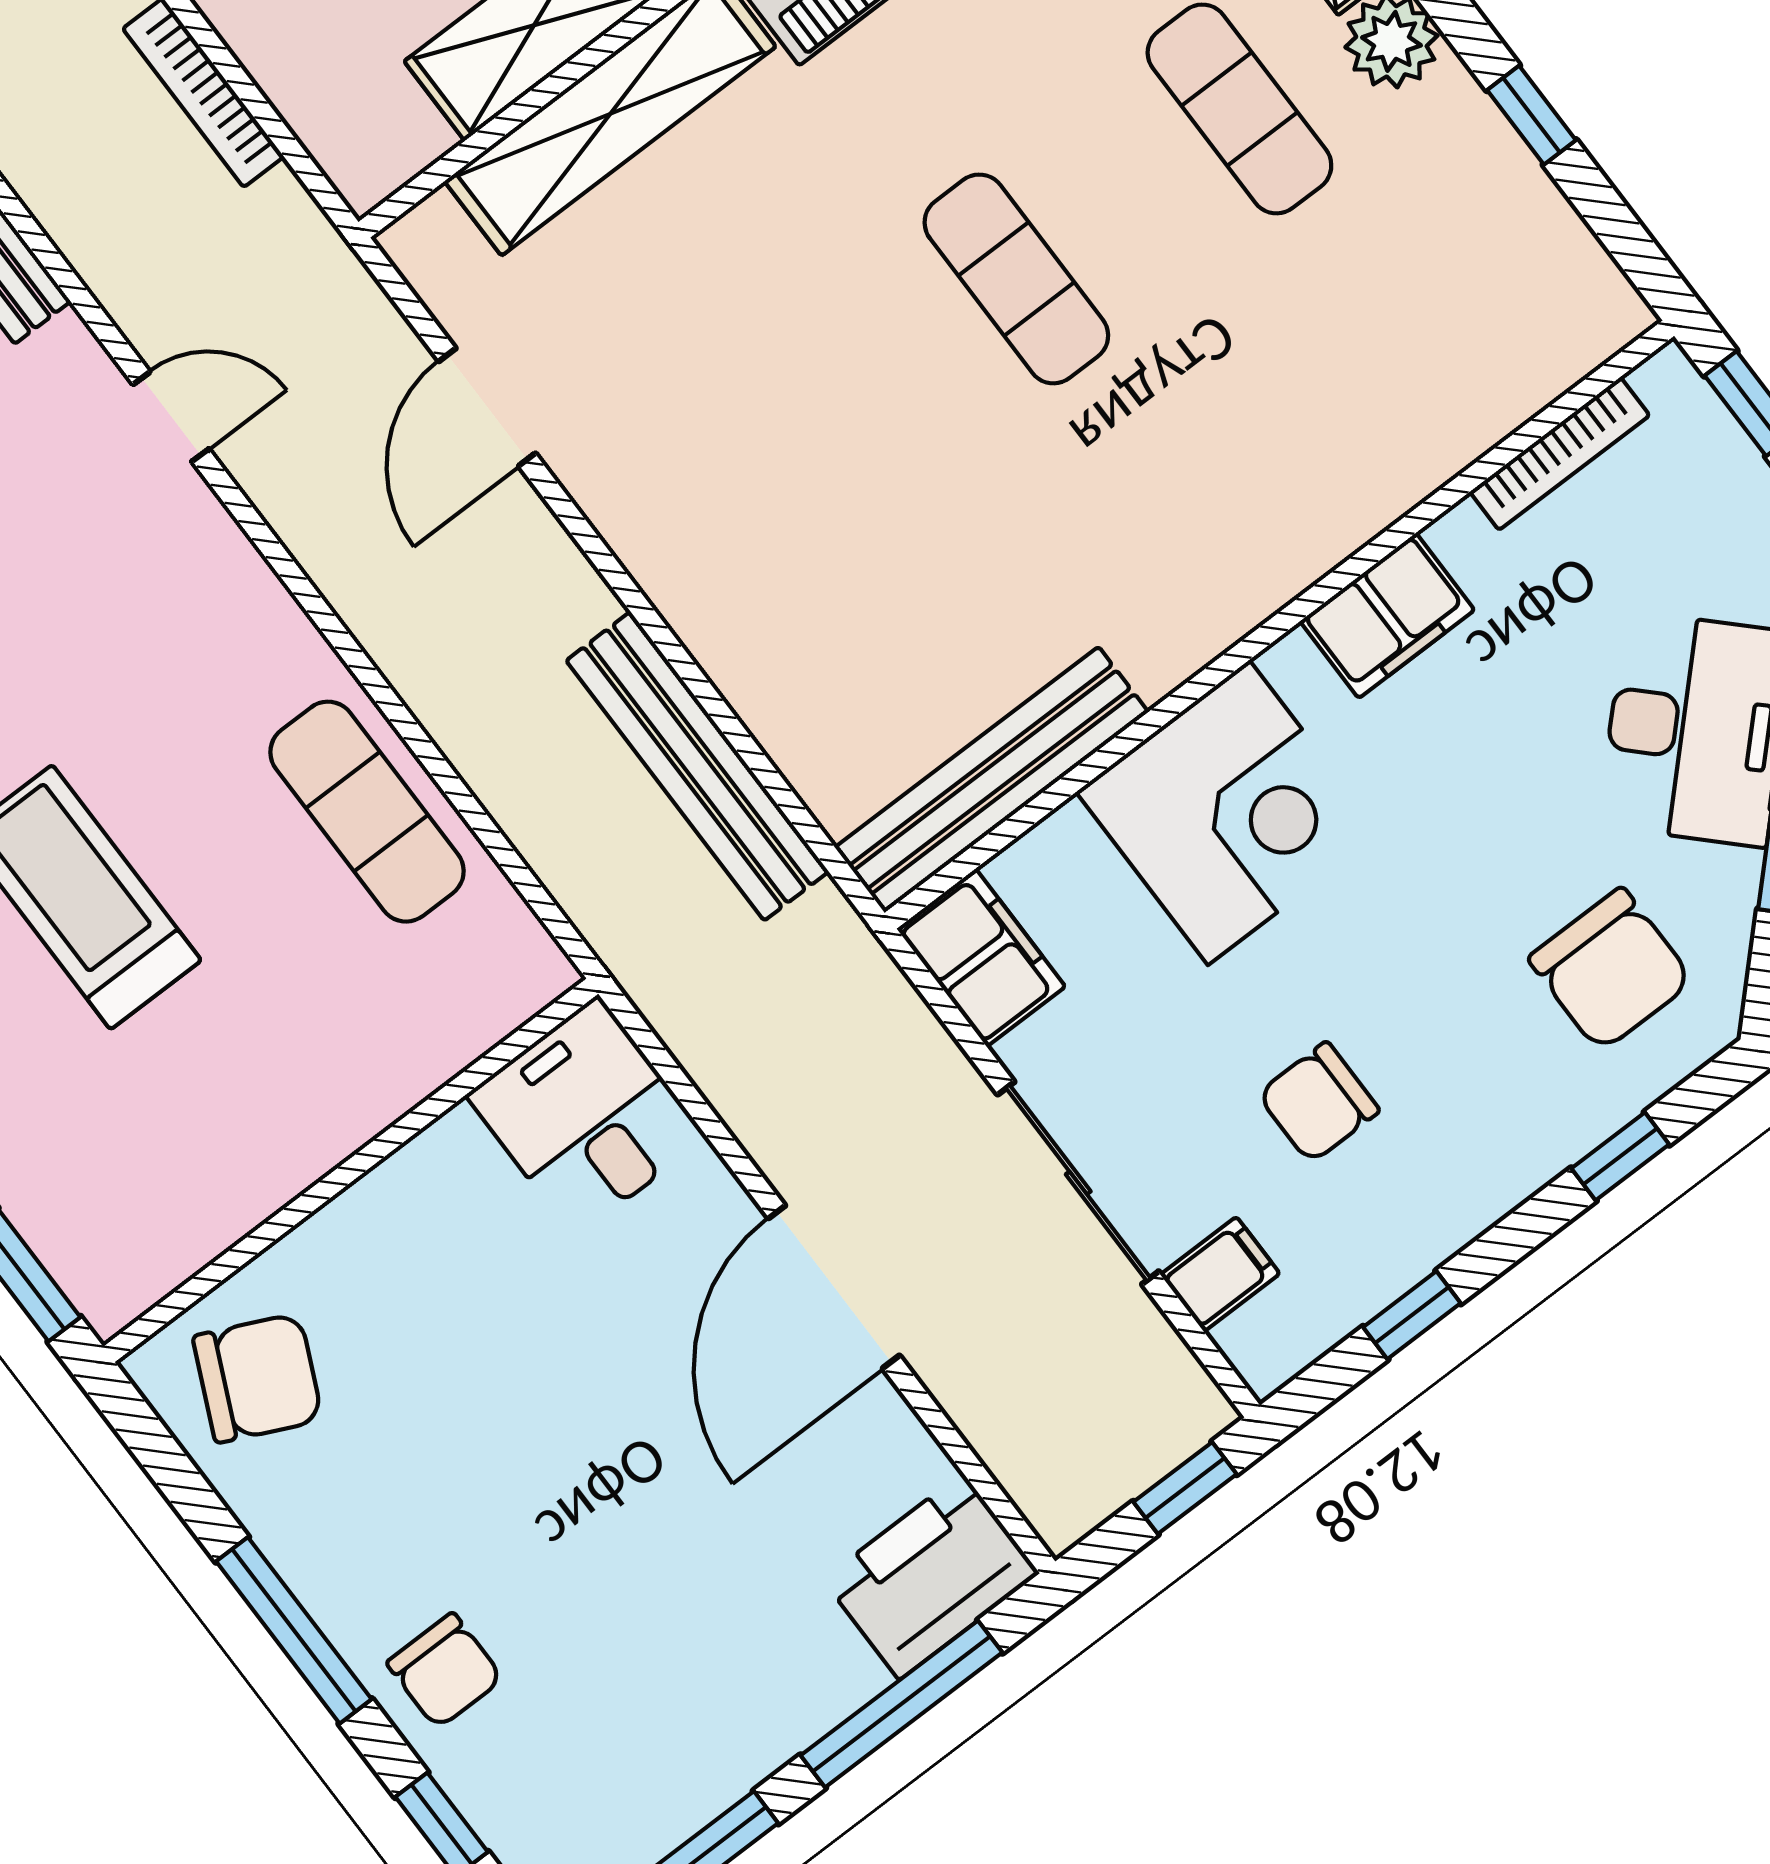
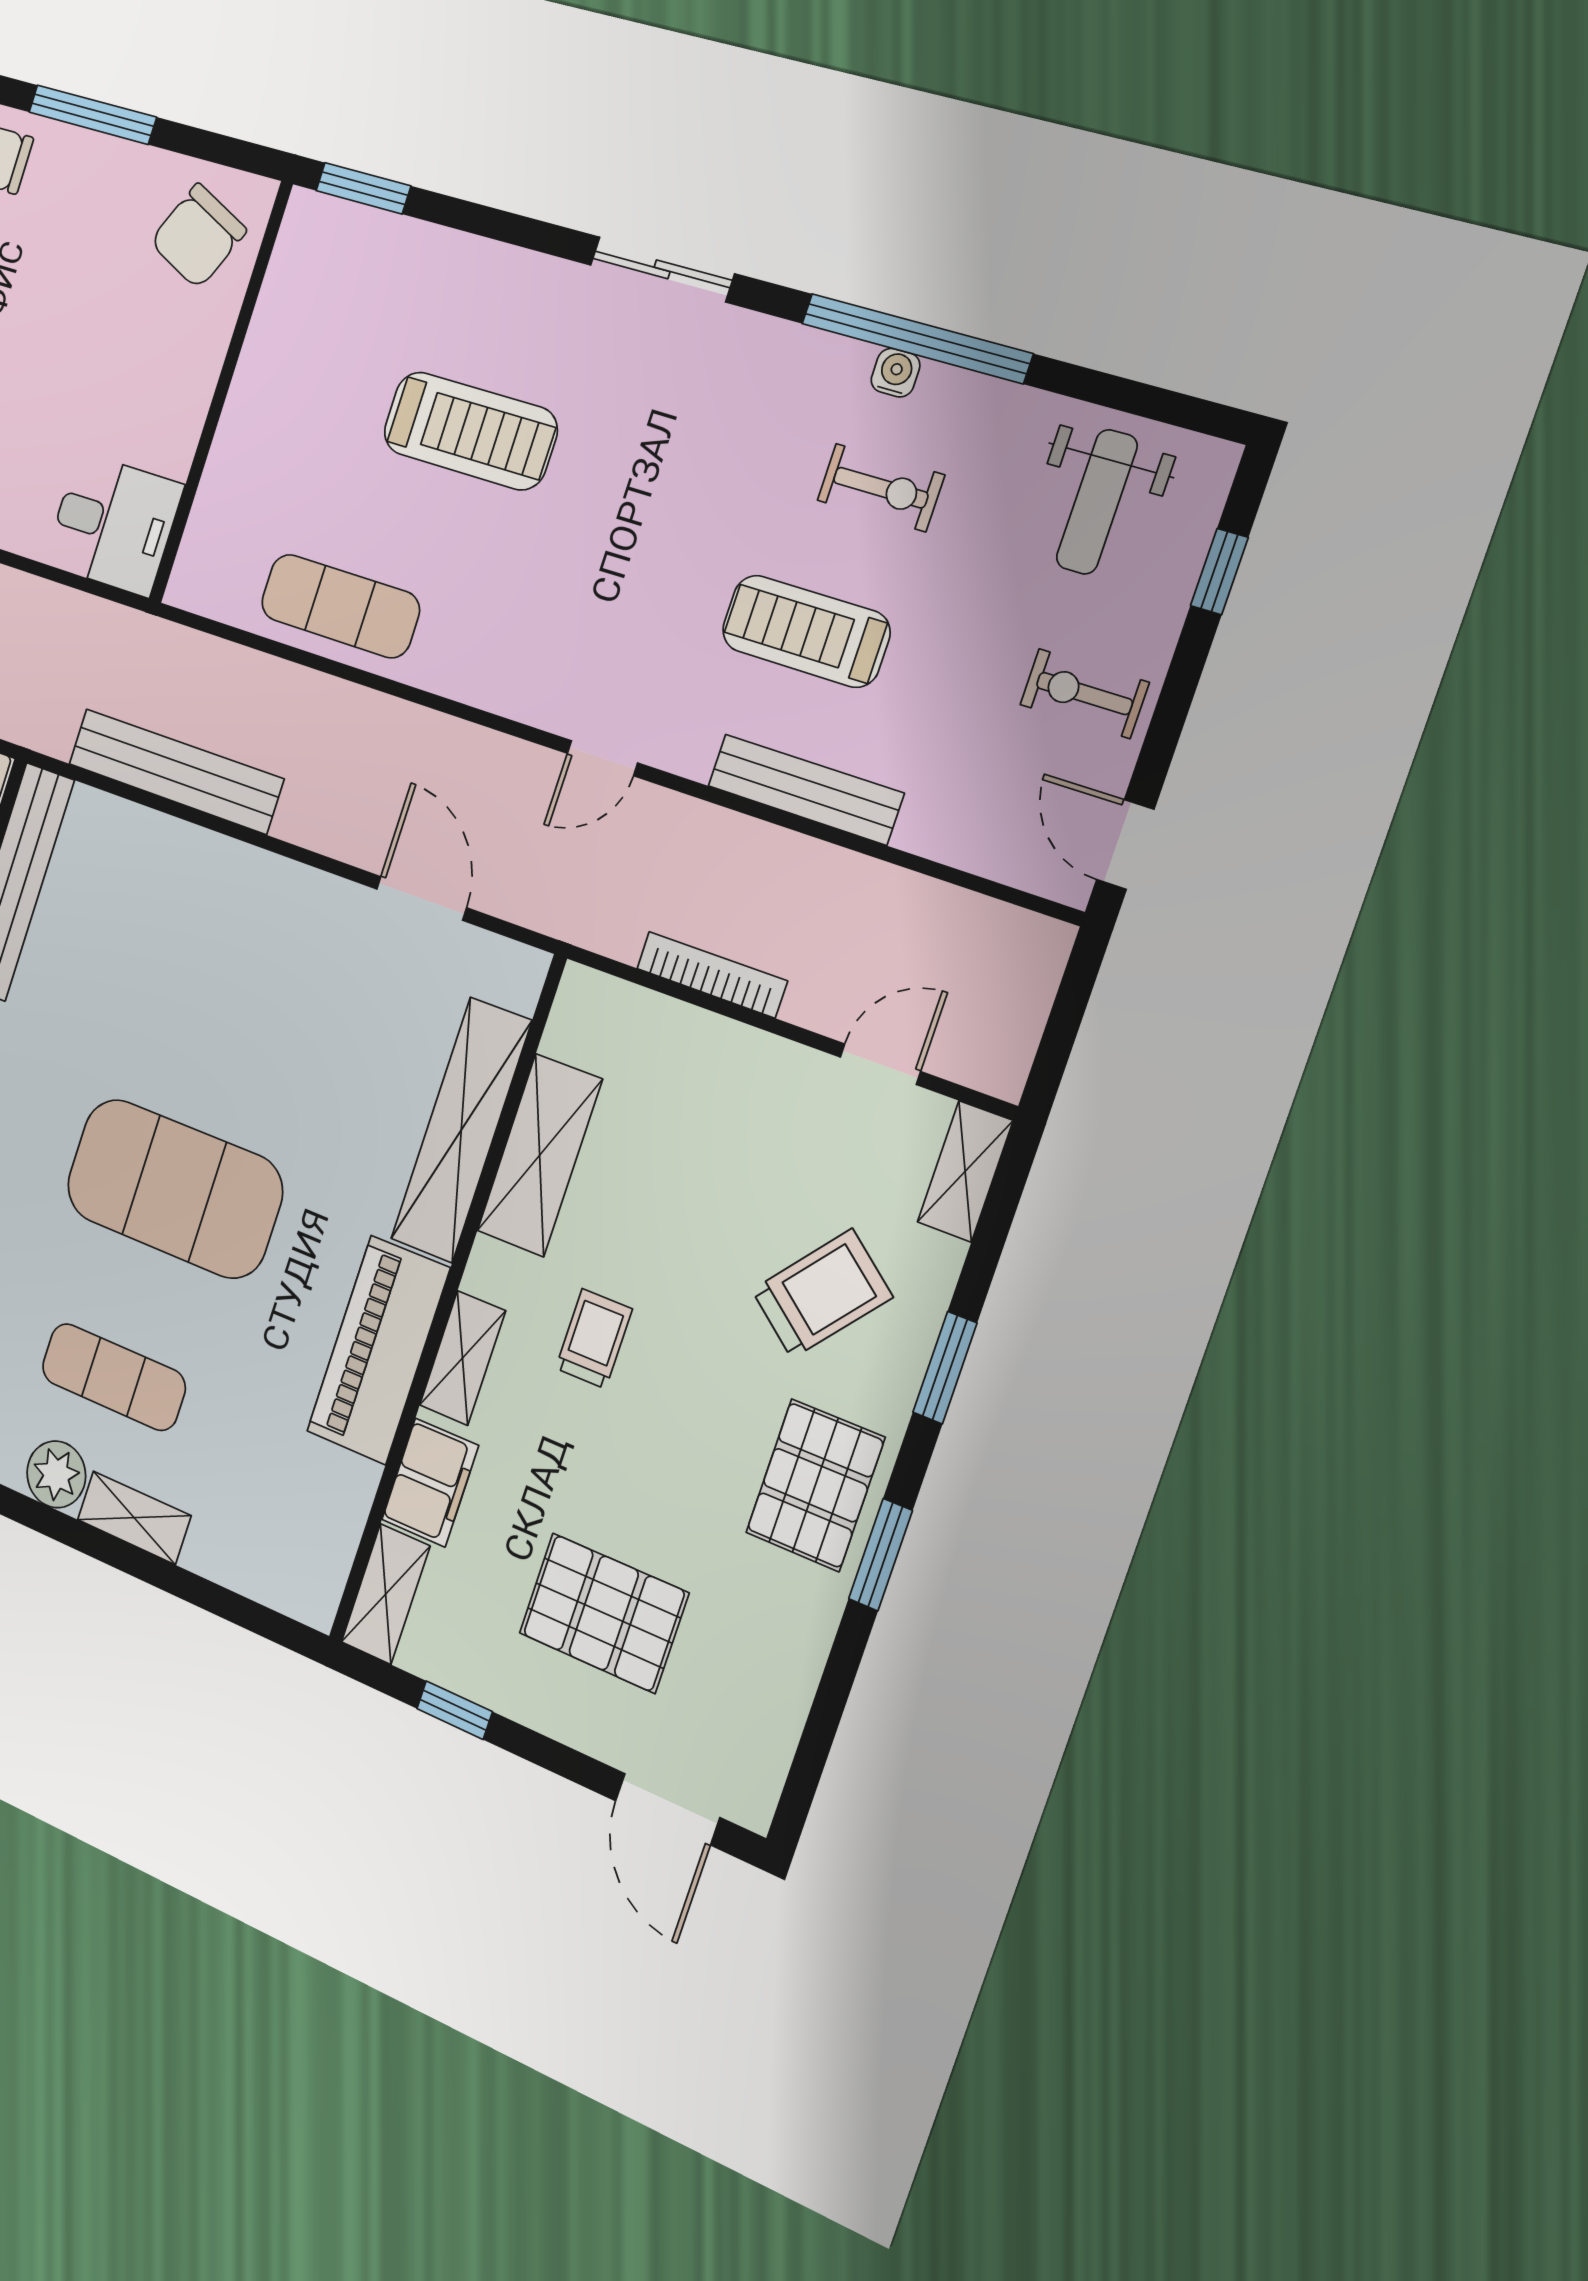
exercise mat: (1016, 279) -> (174, 1188), width x2.00, depth x1.45

